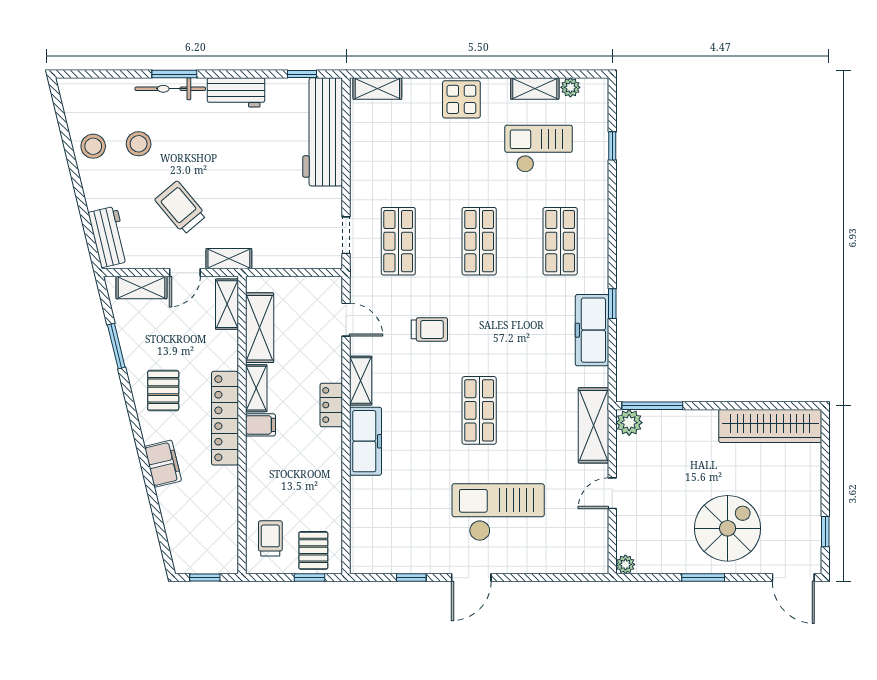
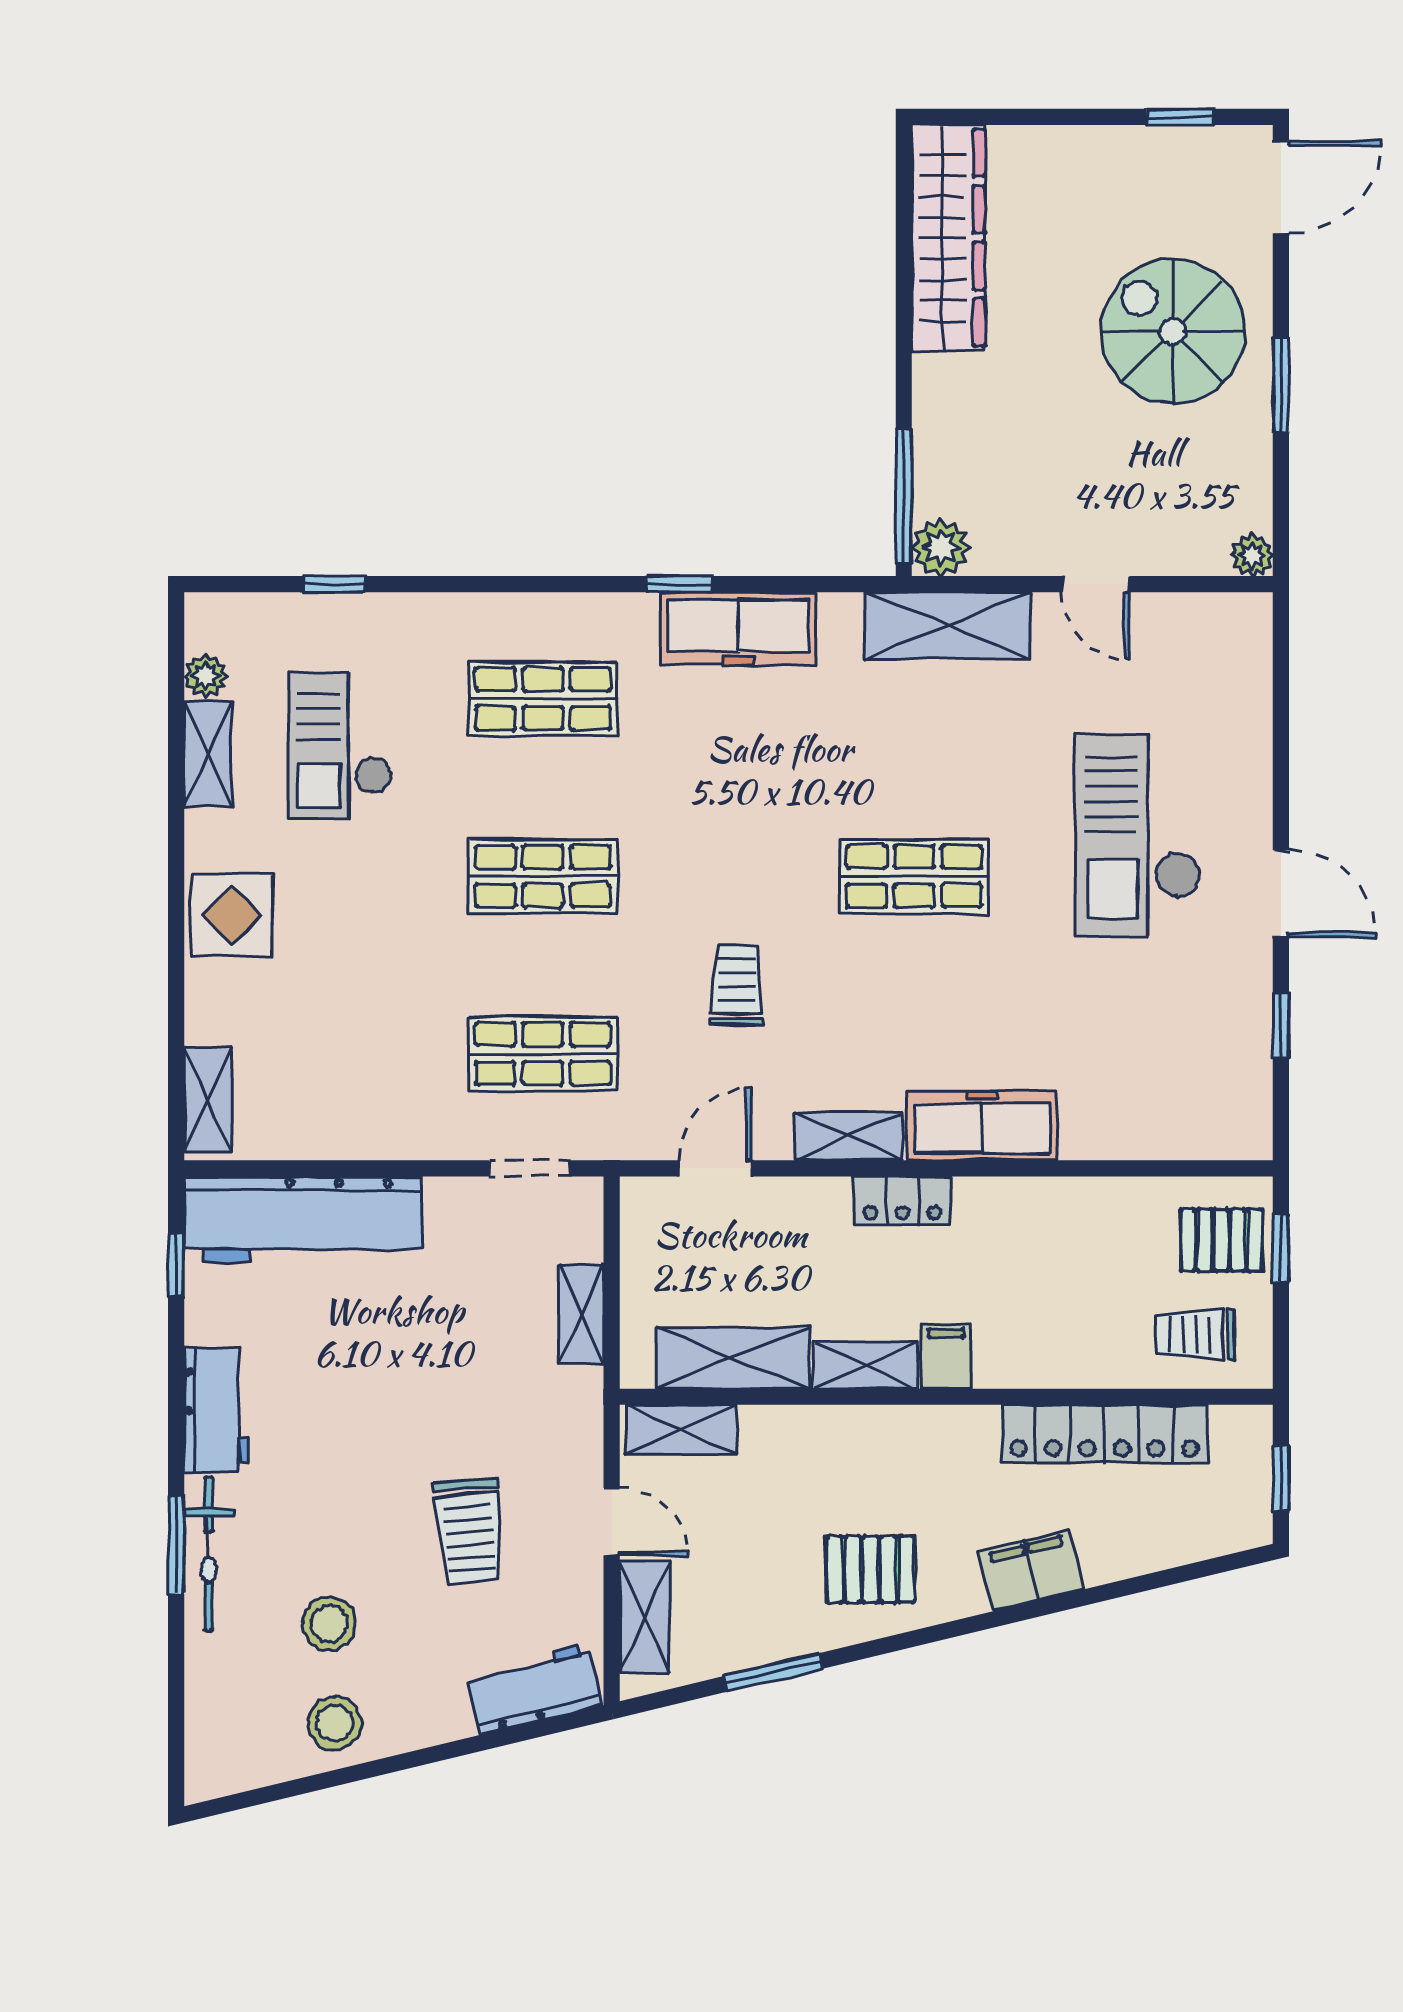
trolley: (181, 208) -> (469, 1531), turned -55
shelving: (229, 259) -> (581, 1314), moved
locker: (225, 418) -> (1104, 1434), moved

